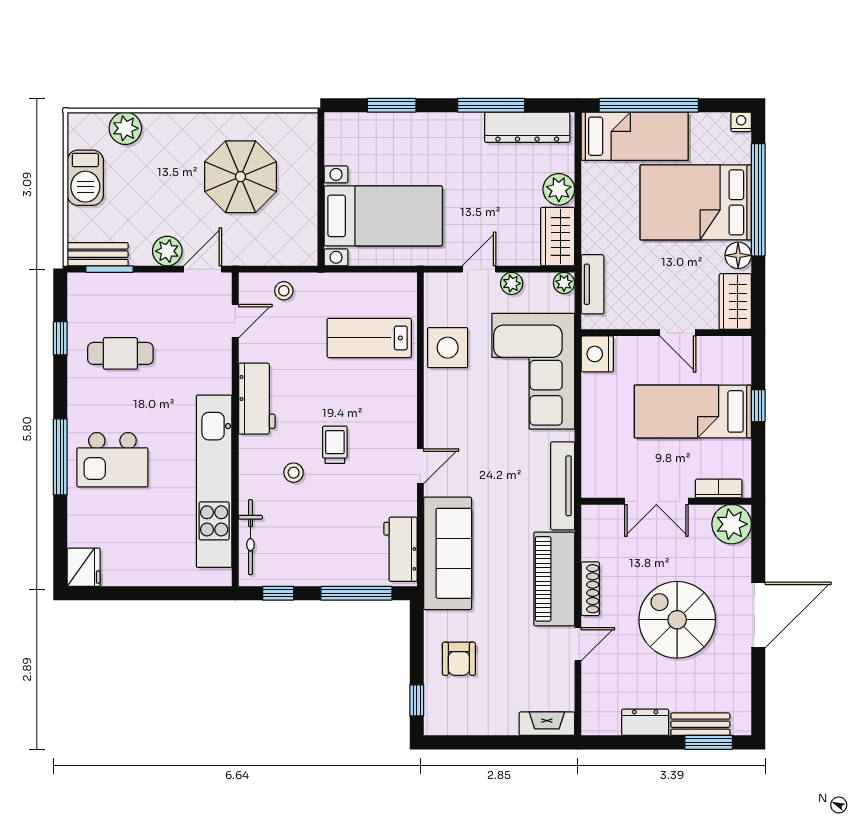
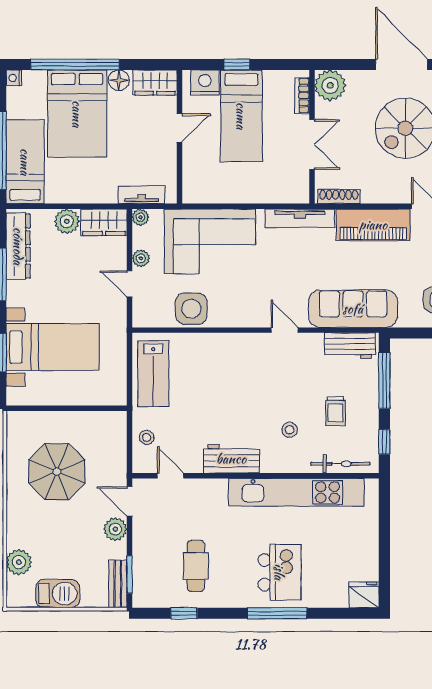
bed with nightstands: (383, 216) -> (53, 347), moved, turned 90
lab bench: (369, 338) -> (153, 374), moved
nightstand: (597, 354) -> (205, 83), moved, turned 180
trolley: (335, 445) -> (335, 411), moved, turned -90
shoe rack: (590, 589) -> (339, 197), moved

